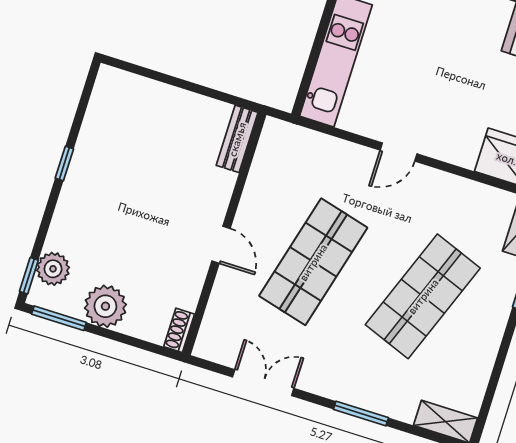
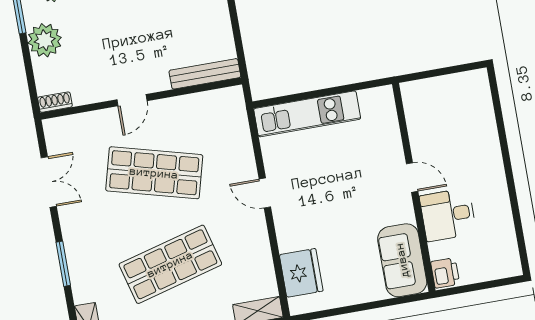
bench: (237, 139) -> (205, 74), width x1.36
shop shelf: (423, 296) -> (170, 264), turned -36

